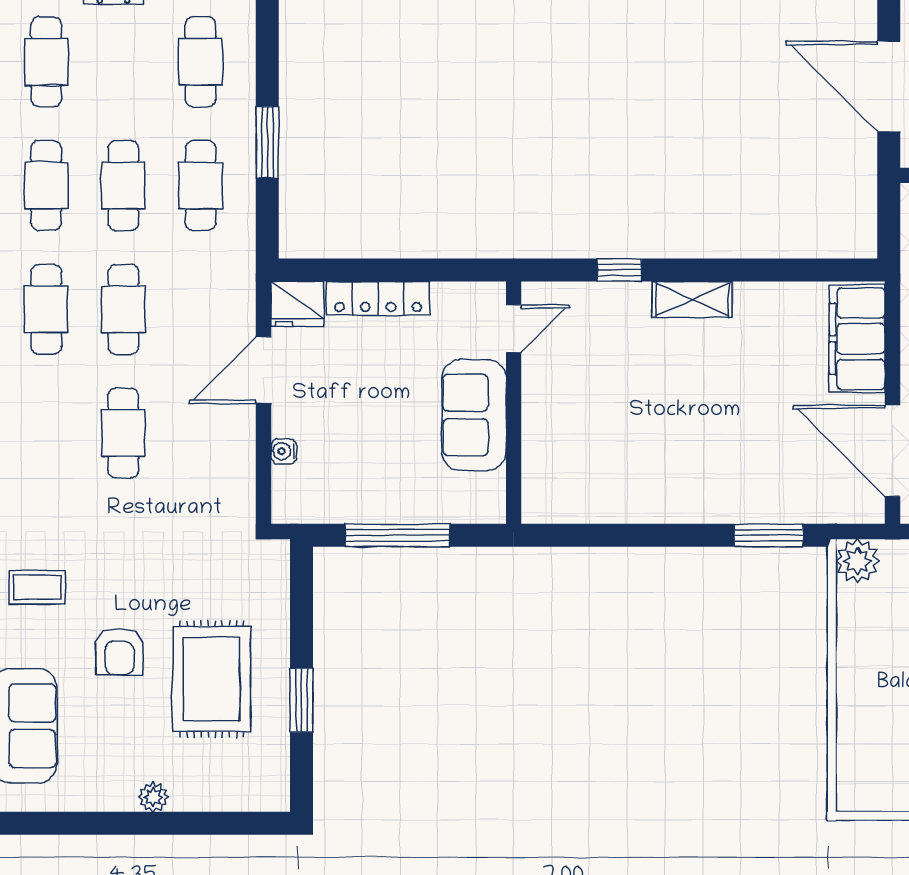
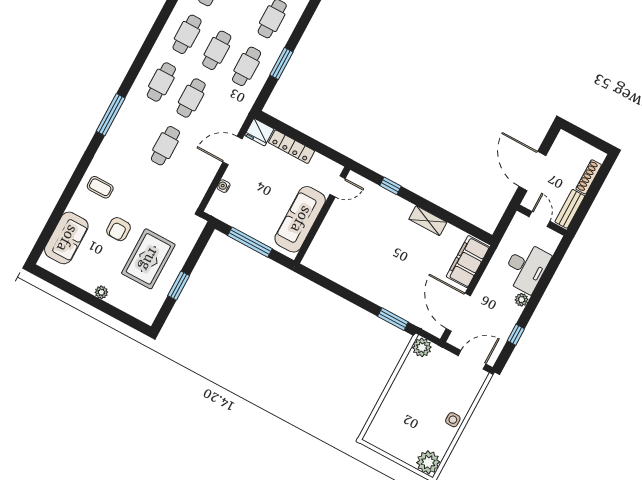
shelving: (692, 299) -> (428, 221), moved
sofa: (474, 415) -> (300, 219), width x1.36

